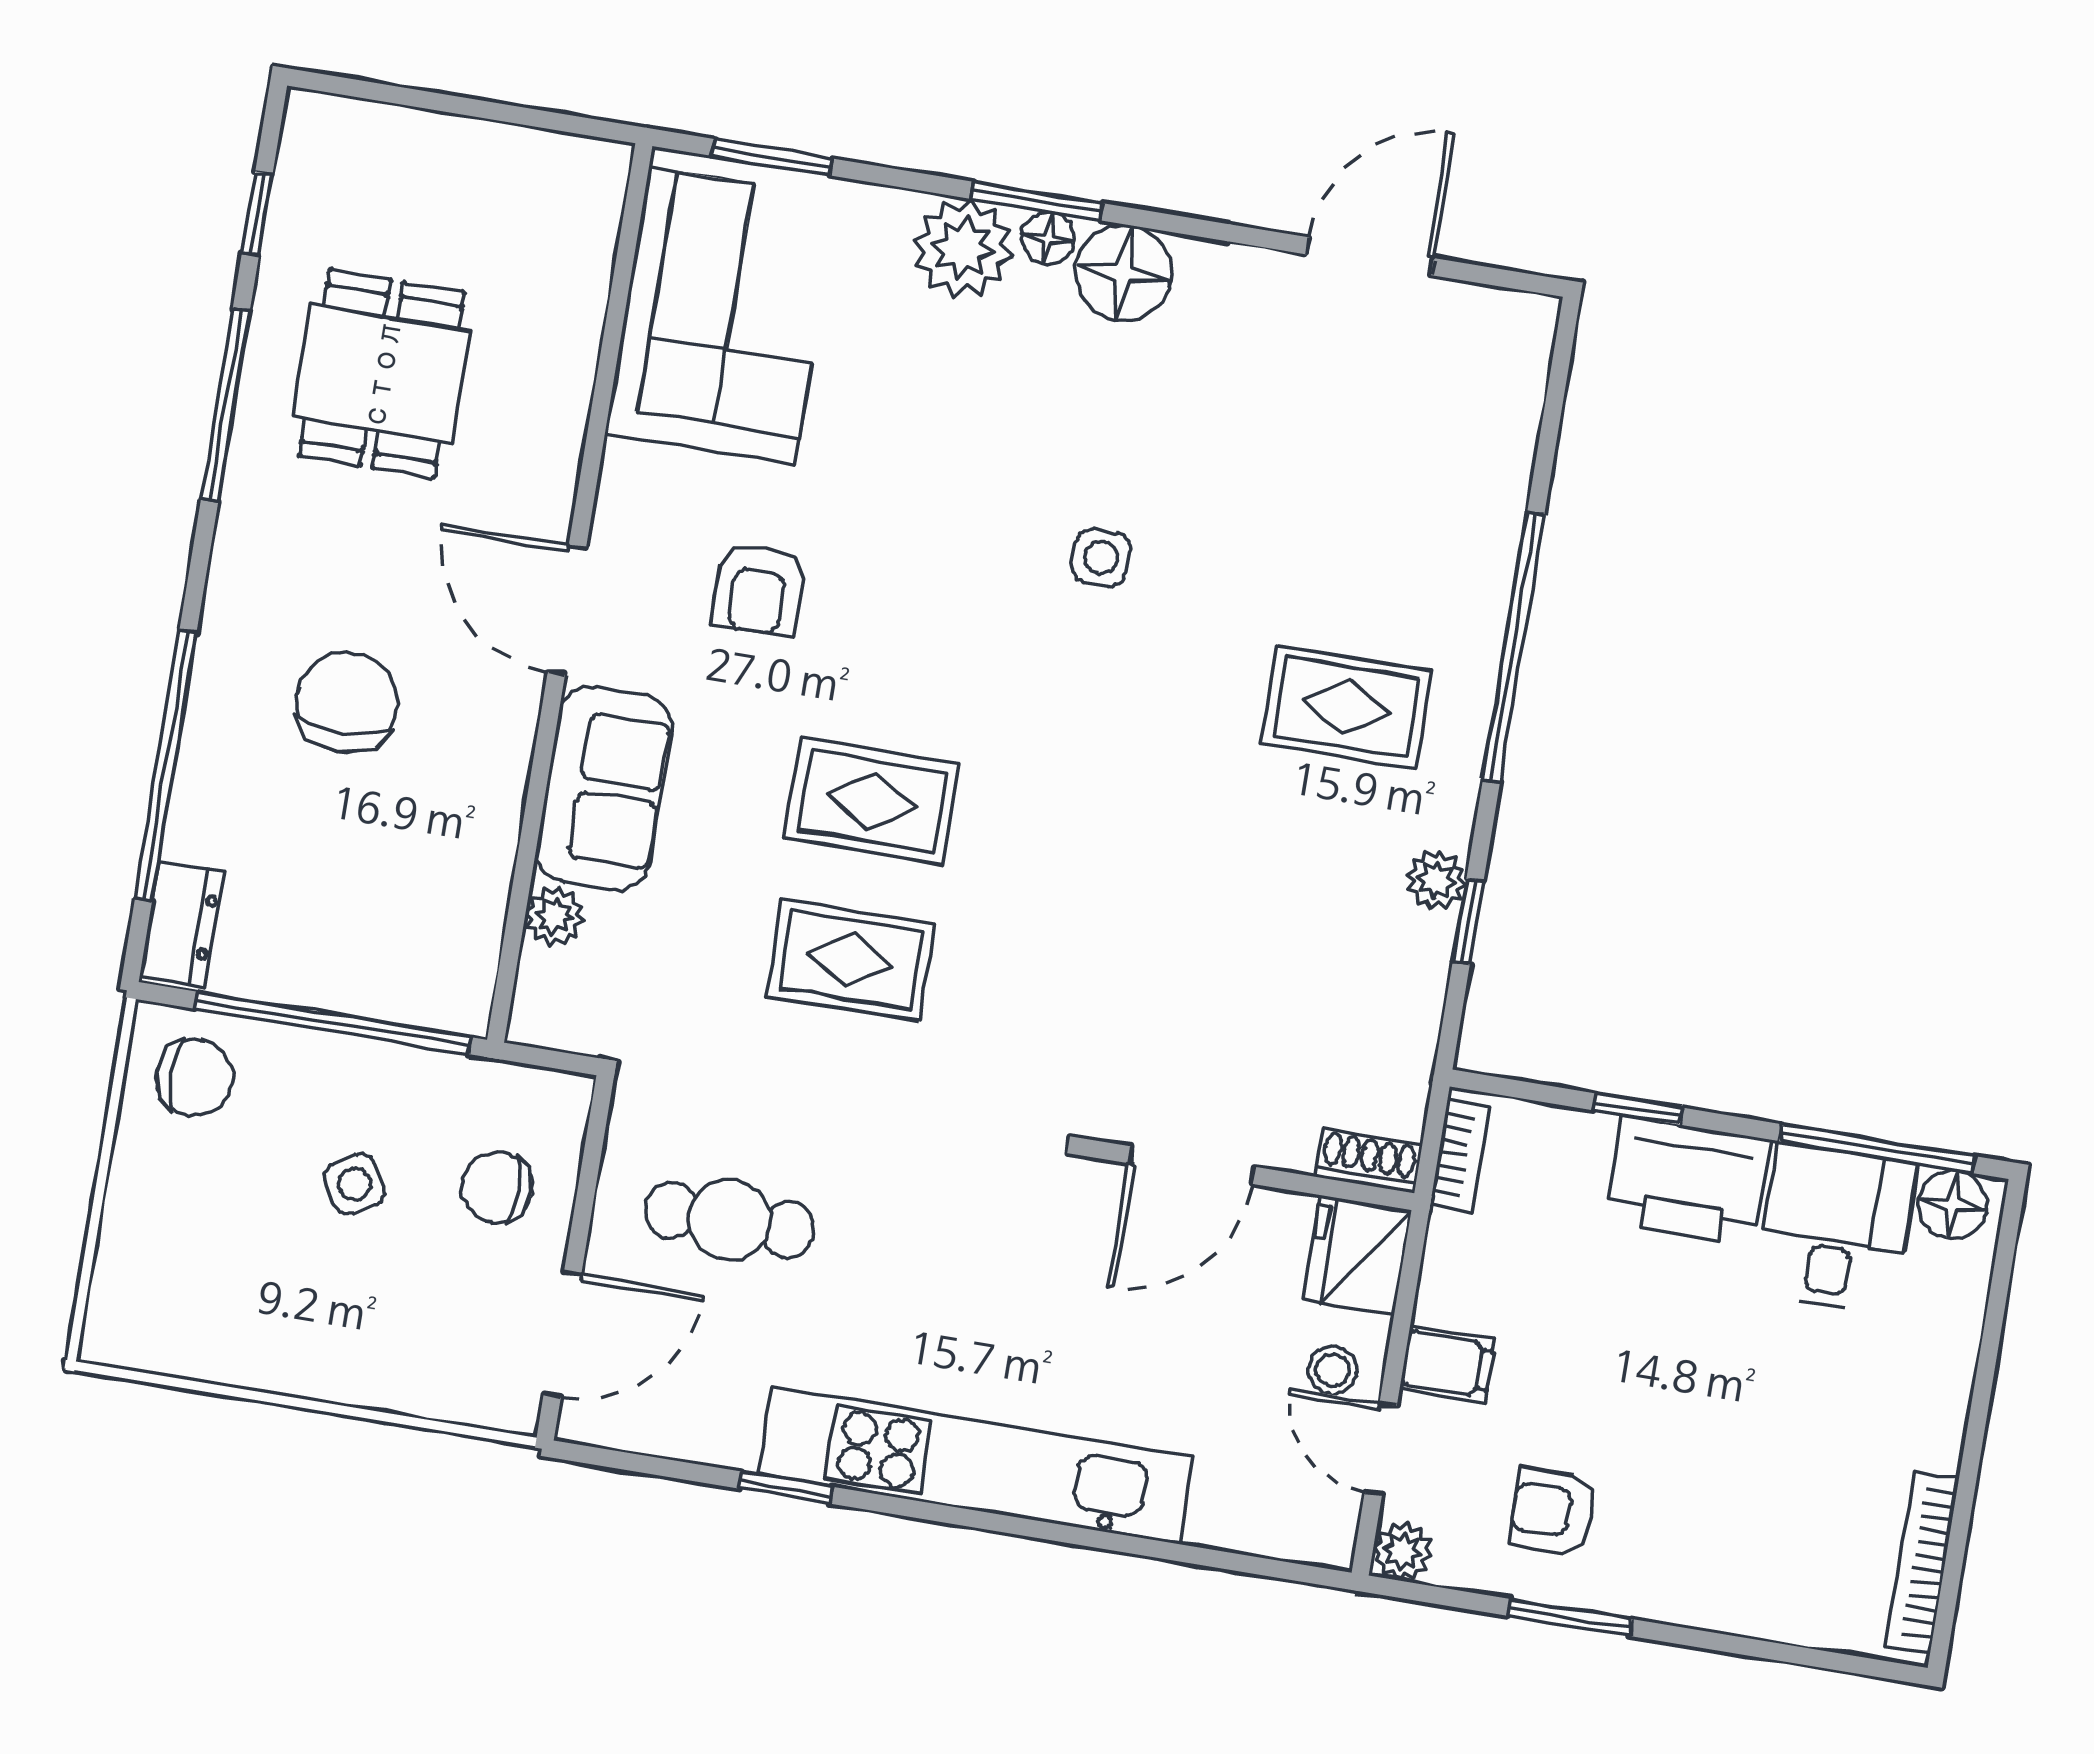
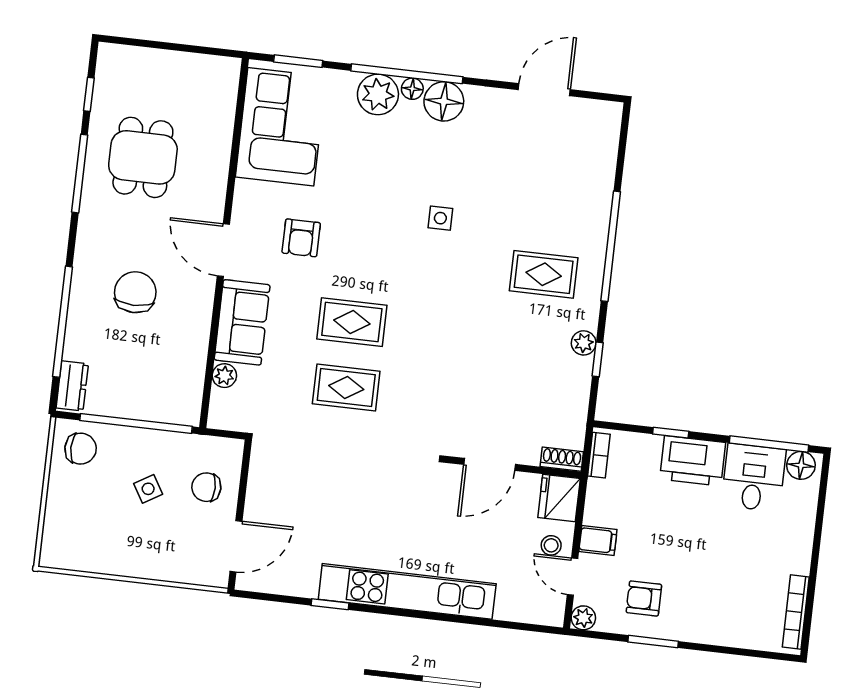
window: (1036, 201) -> (407, 74), width x2.11
cafe table: (730, 1220) -> (302, 496), removed

